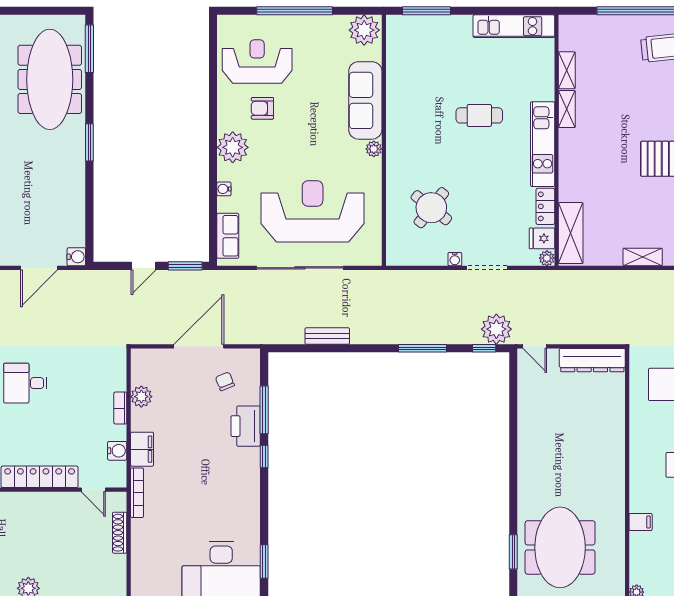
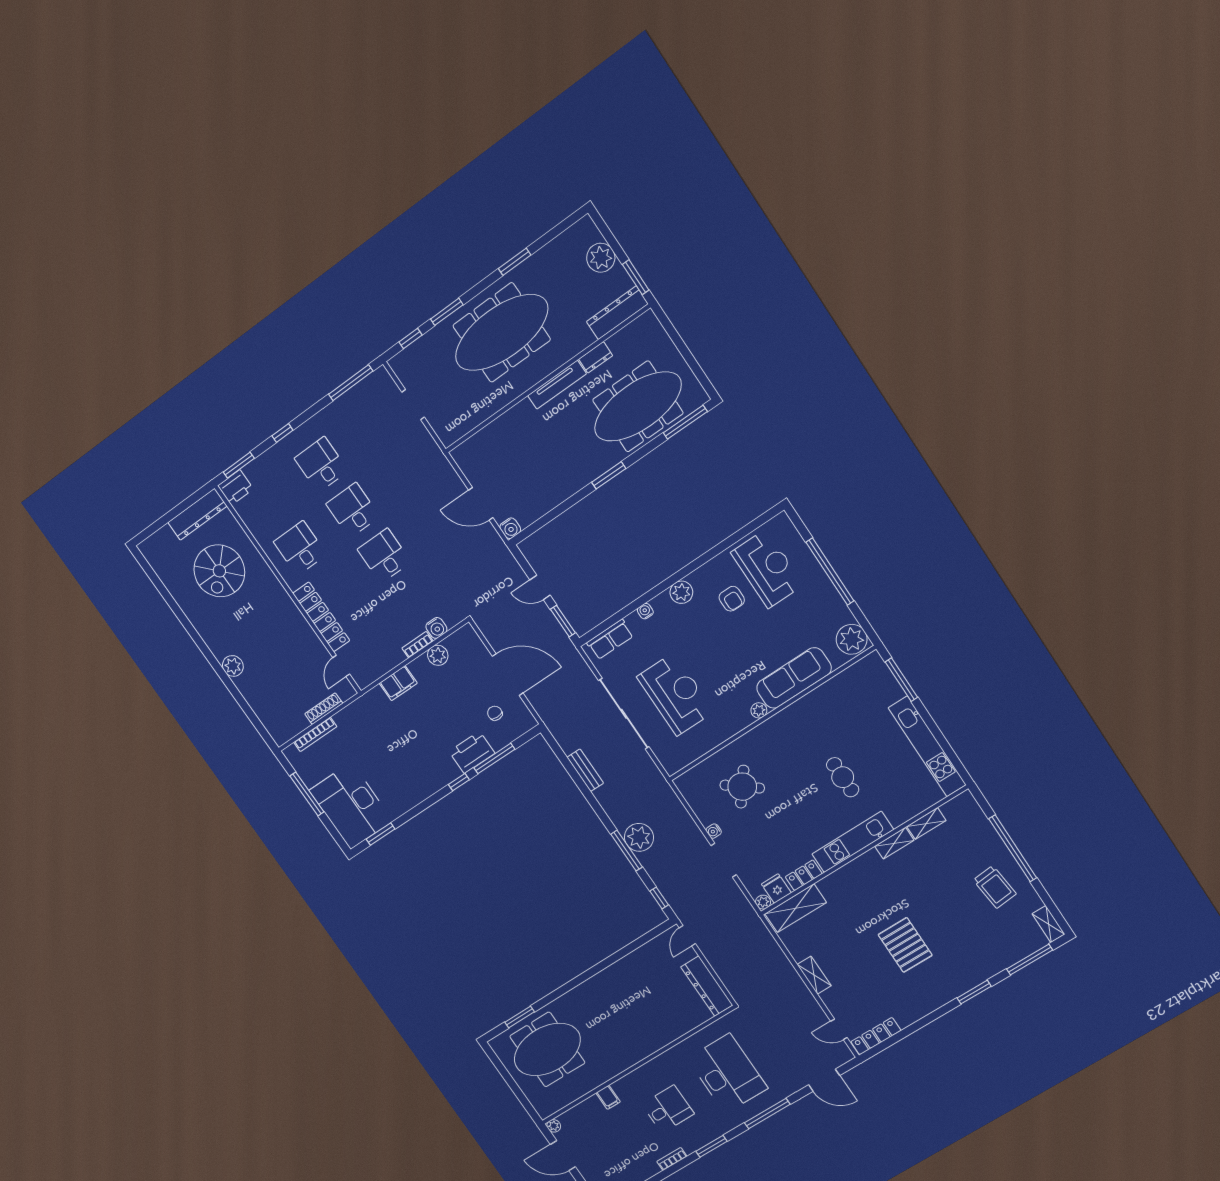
kitchen unit: (514, 26) -> (927, 747), width x1.36
armchair: (262, 108) -> (732, 599), turned 180
plant: (233, 147) -> (681, 592), width x0.73, depth x0.73
reception desk: (313, 211) -> (675, 694), width x0.74, depth x0.77
plant: (496, 329) -> (639, 837), moved
chair: (225, 381) -> (495, 713), turned -68
water cooler: (117, 451) -> (436, 628), moved
bookcase: (137, 493) -> (315, 734), moved

